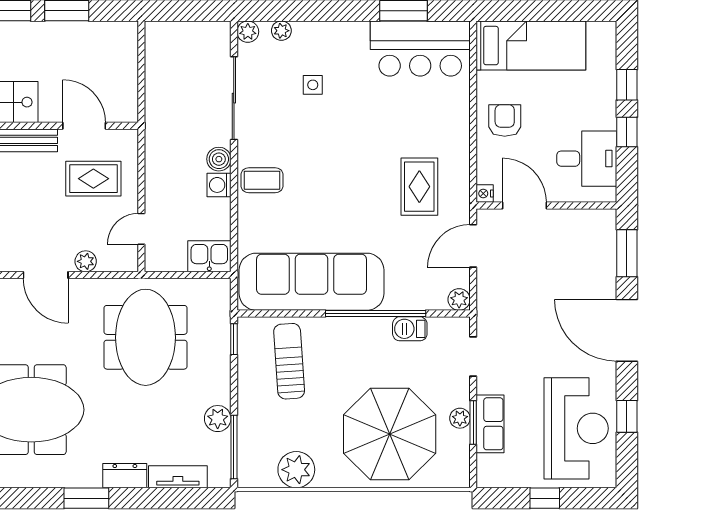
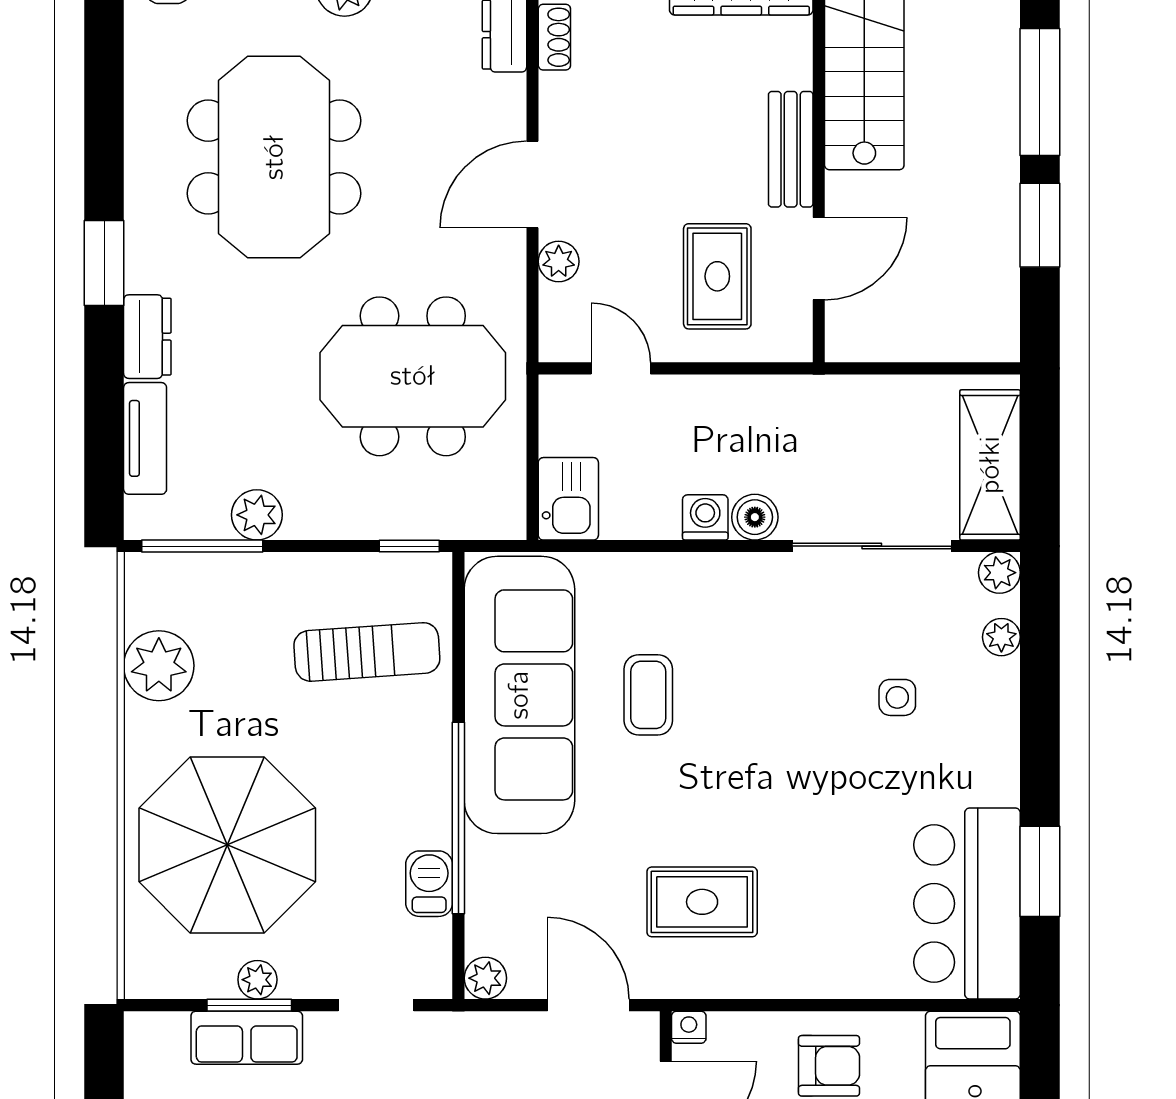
shelving: (192, 37) -> (990, 465), added
coffee table: (262, 180) -> (648, 695), moved

